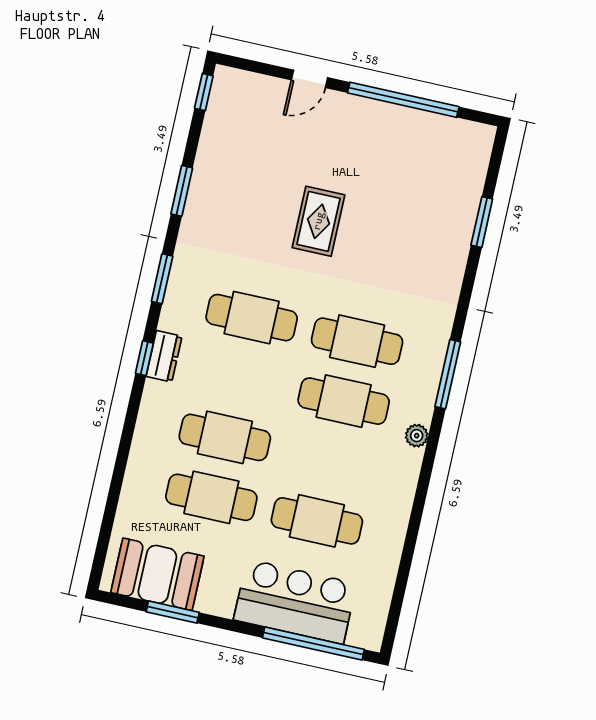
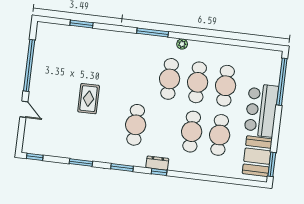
rug: (318, 221) -> (89, 99), turned 90
cafe table: (357, 341) -> (198, 82), moved
bar counter: (295, 602) -> (261, 110), moved
window: (173, 612) -> (272, 164), moved

